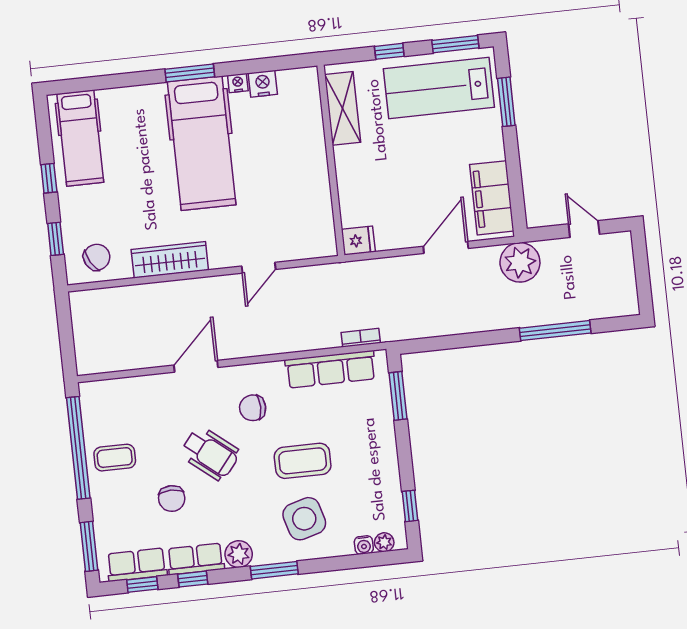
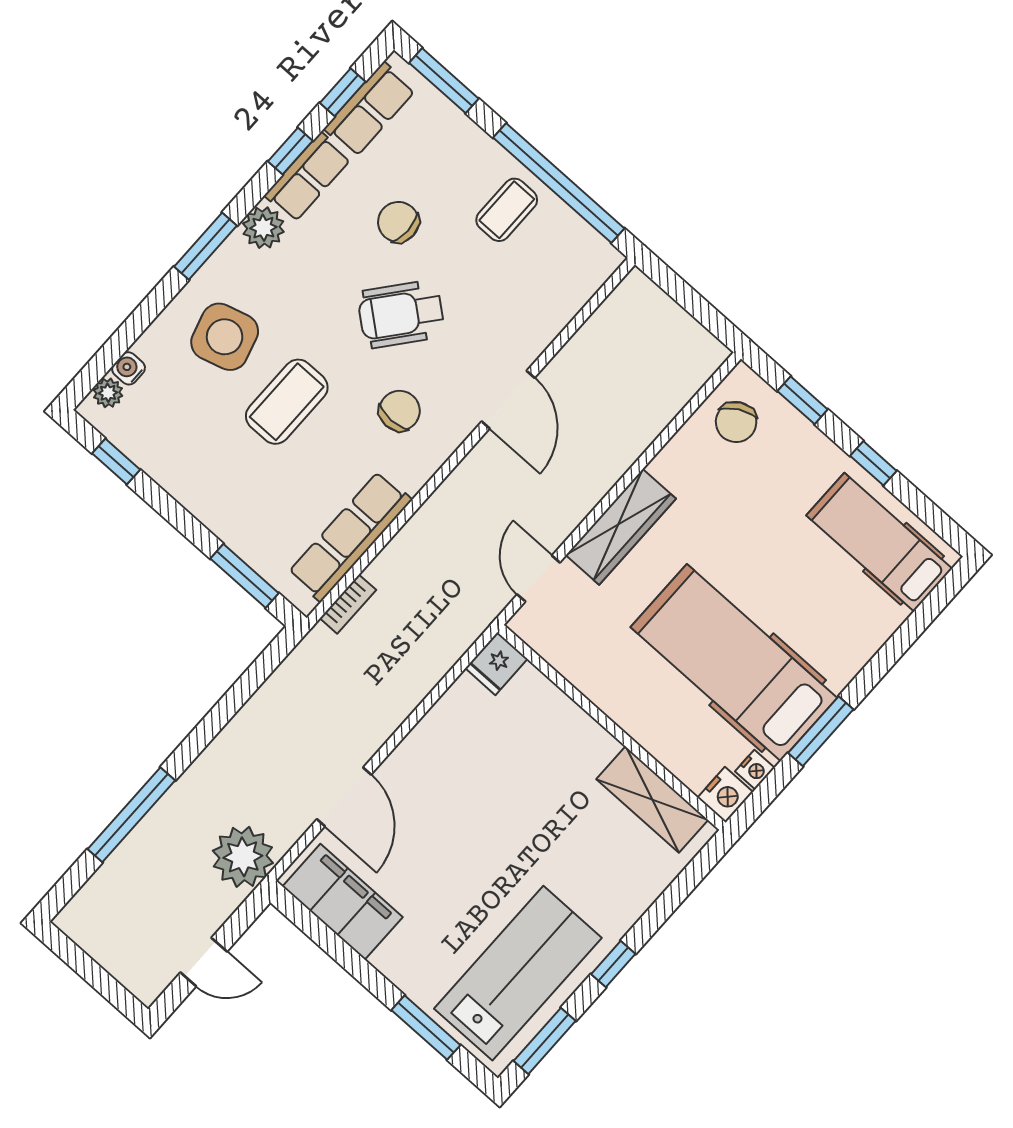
shelving: (343, 108) -> (652, 800), moved
wall: (331, 160) -> (612, 727), moved
fridge: (358, 241) -> (496, 664), moved
wardrobe: (170, 260) -> (621, 527), moved

